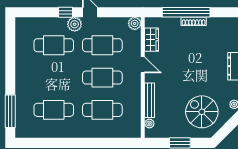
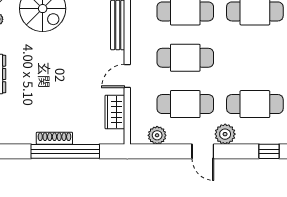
window: (66, 12) -> (269, 151), moved
plant: (135, 23) -> (157, 135), moved
door: (143, 65) -> (127, 76), hinge flipped

